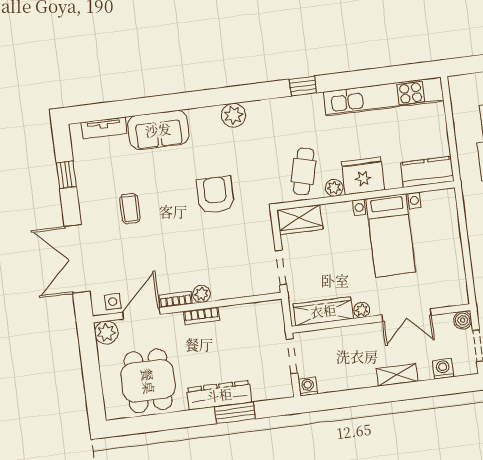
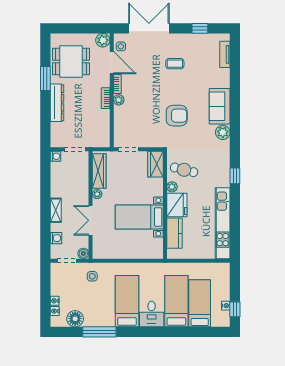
sofa: (158, 130) -> (220, 106), moved
kitchen counter: (427, 172) -> (174, 233), moved
window: (235, 413) -> (45, 78), moved

